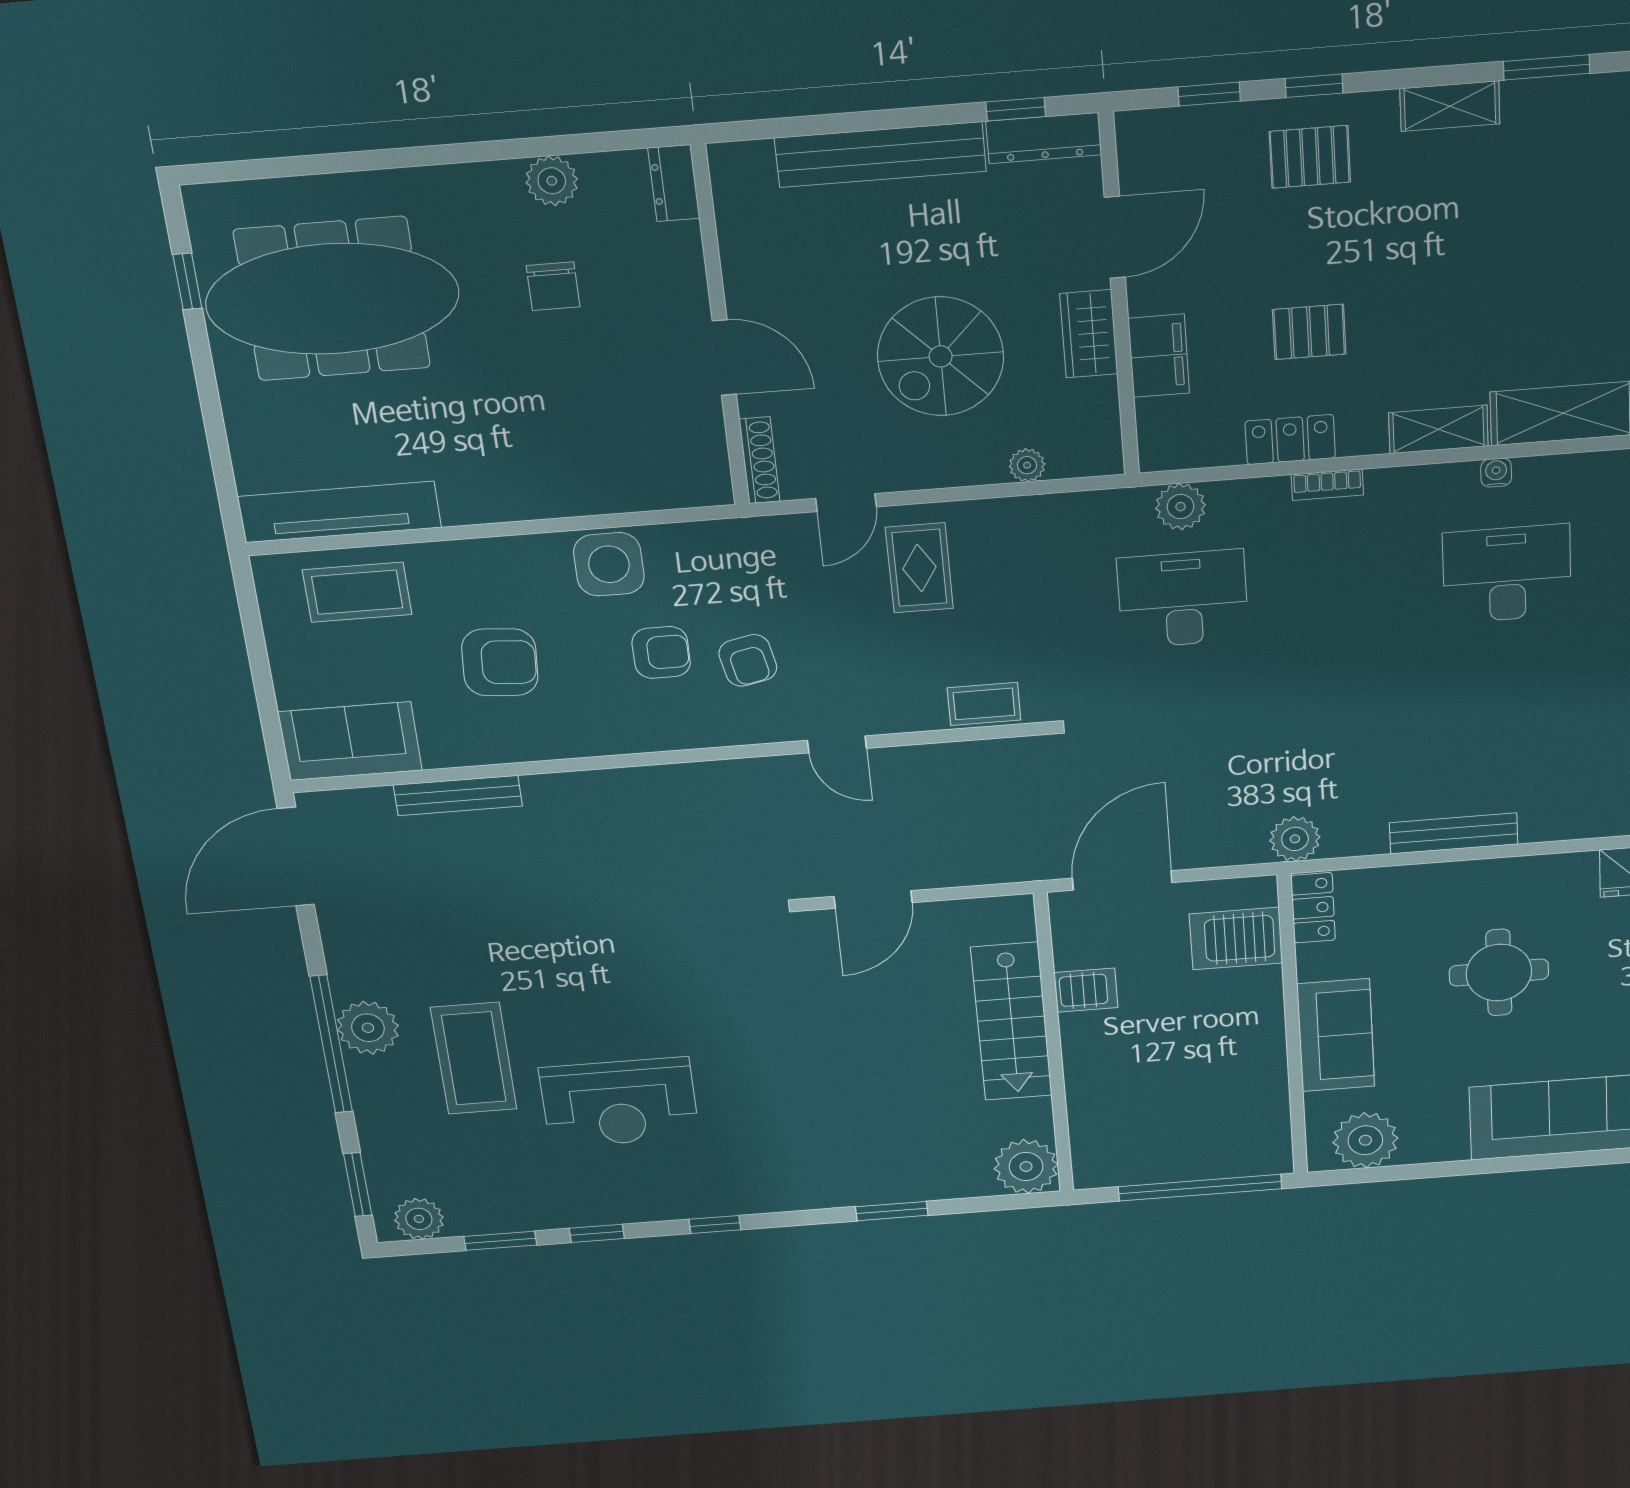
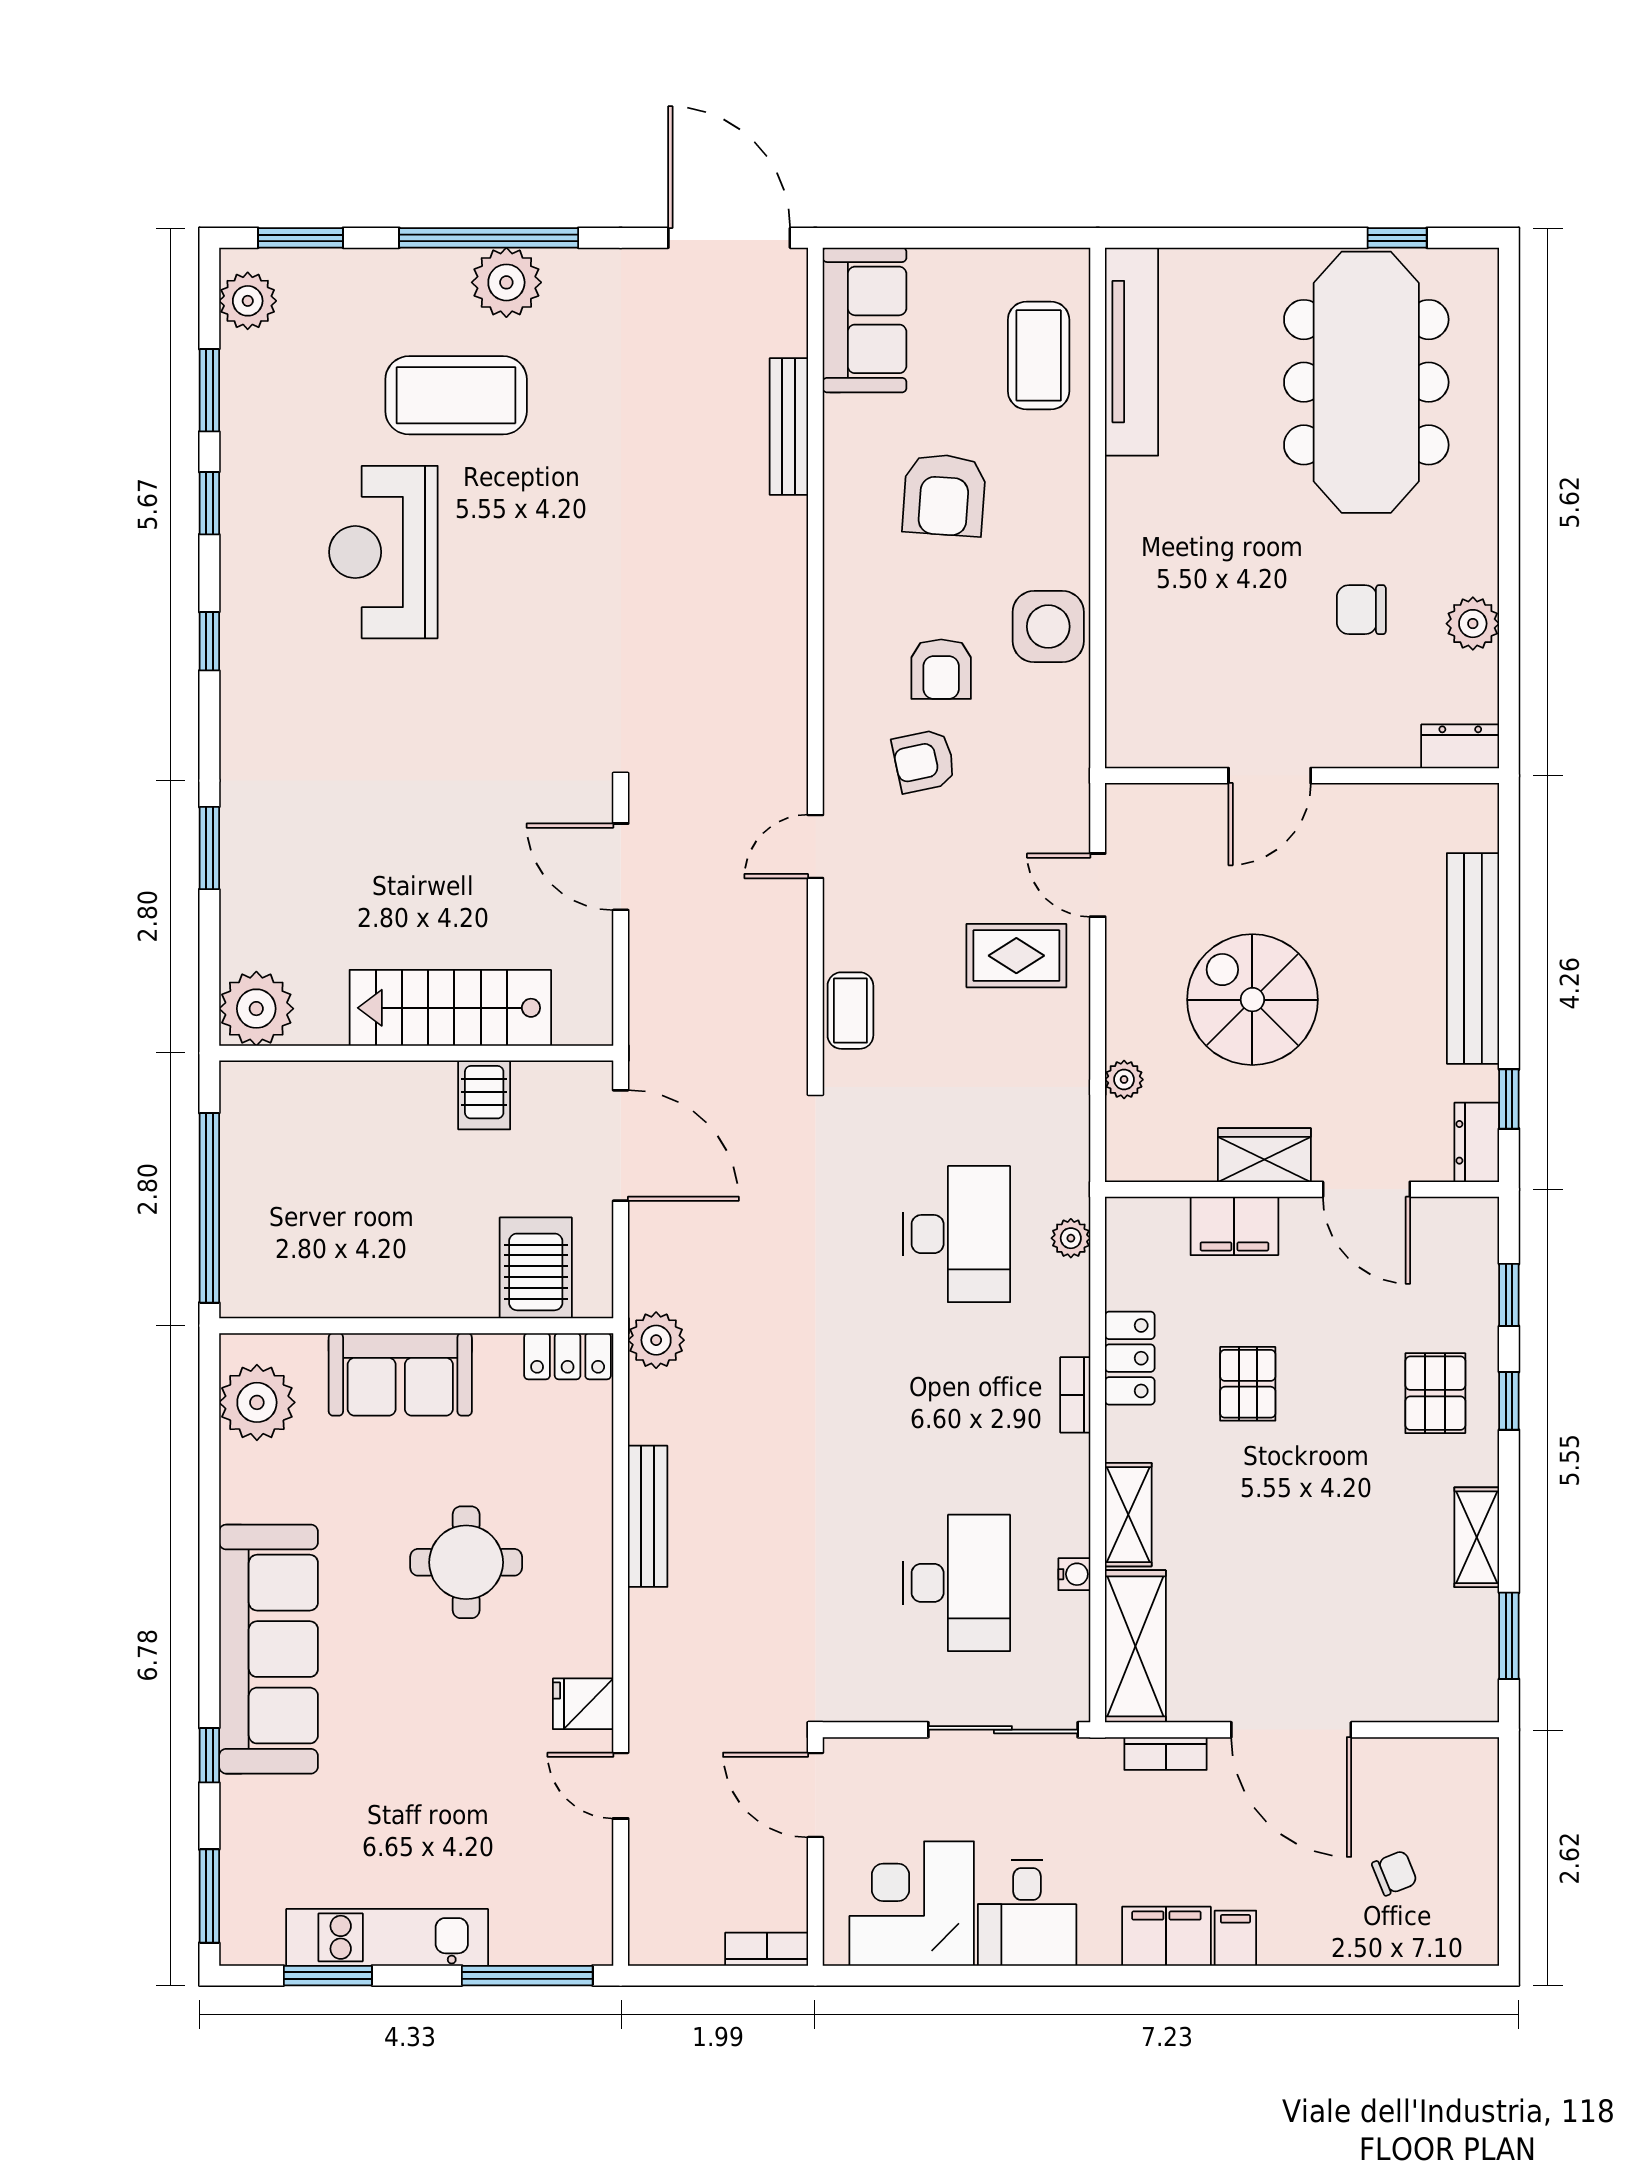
dresser: (1044, 138) -> (1477, 1142), width x0.70
shoe rack: (759, 460) -> (1153, 799), removed
plant: (1181, 507) -> (1071, 1238), width x0.73, depth x0.73

